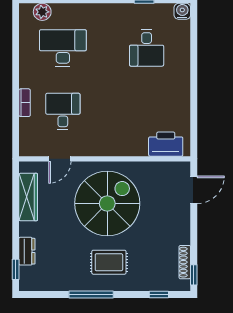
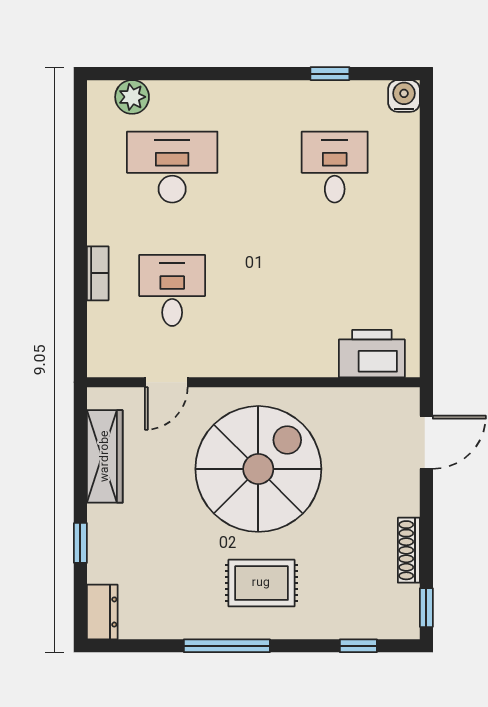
desk: (147, 48) -> (335, 167), turned 180
dresser: (27, 251) -> (102, 612), moved
shoe rack: (185, 262) -> (409, 550), moved
window: (16, 269) -> (80, 543), moved

